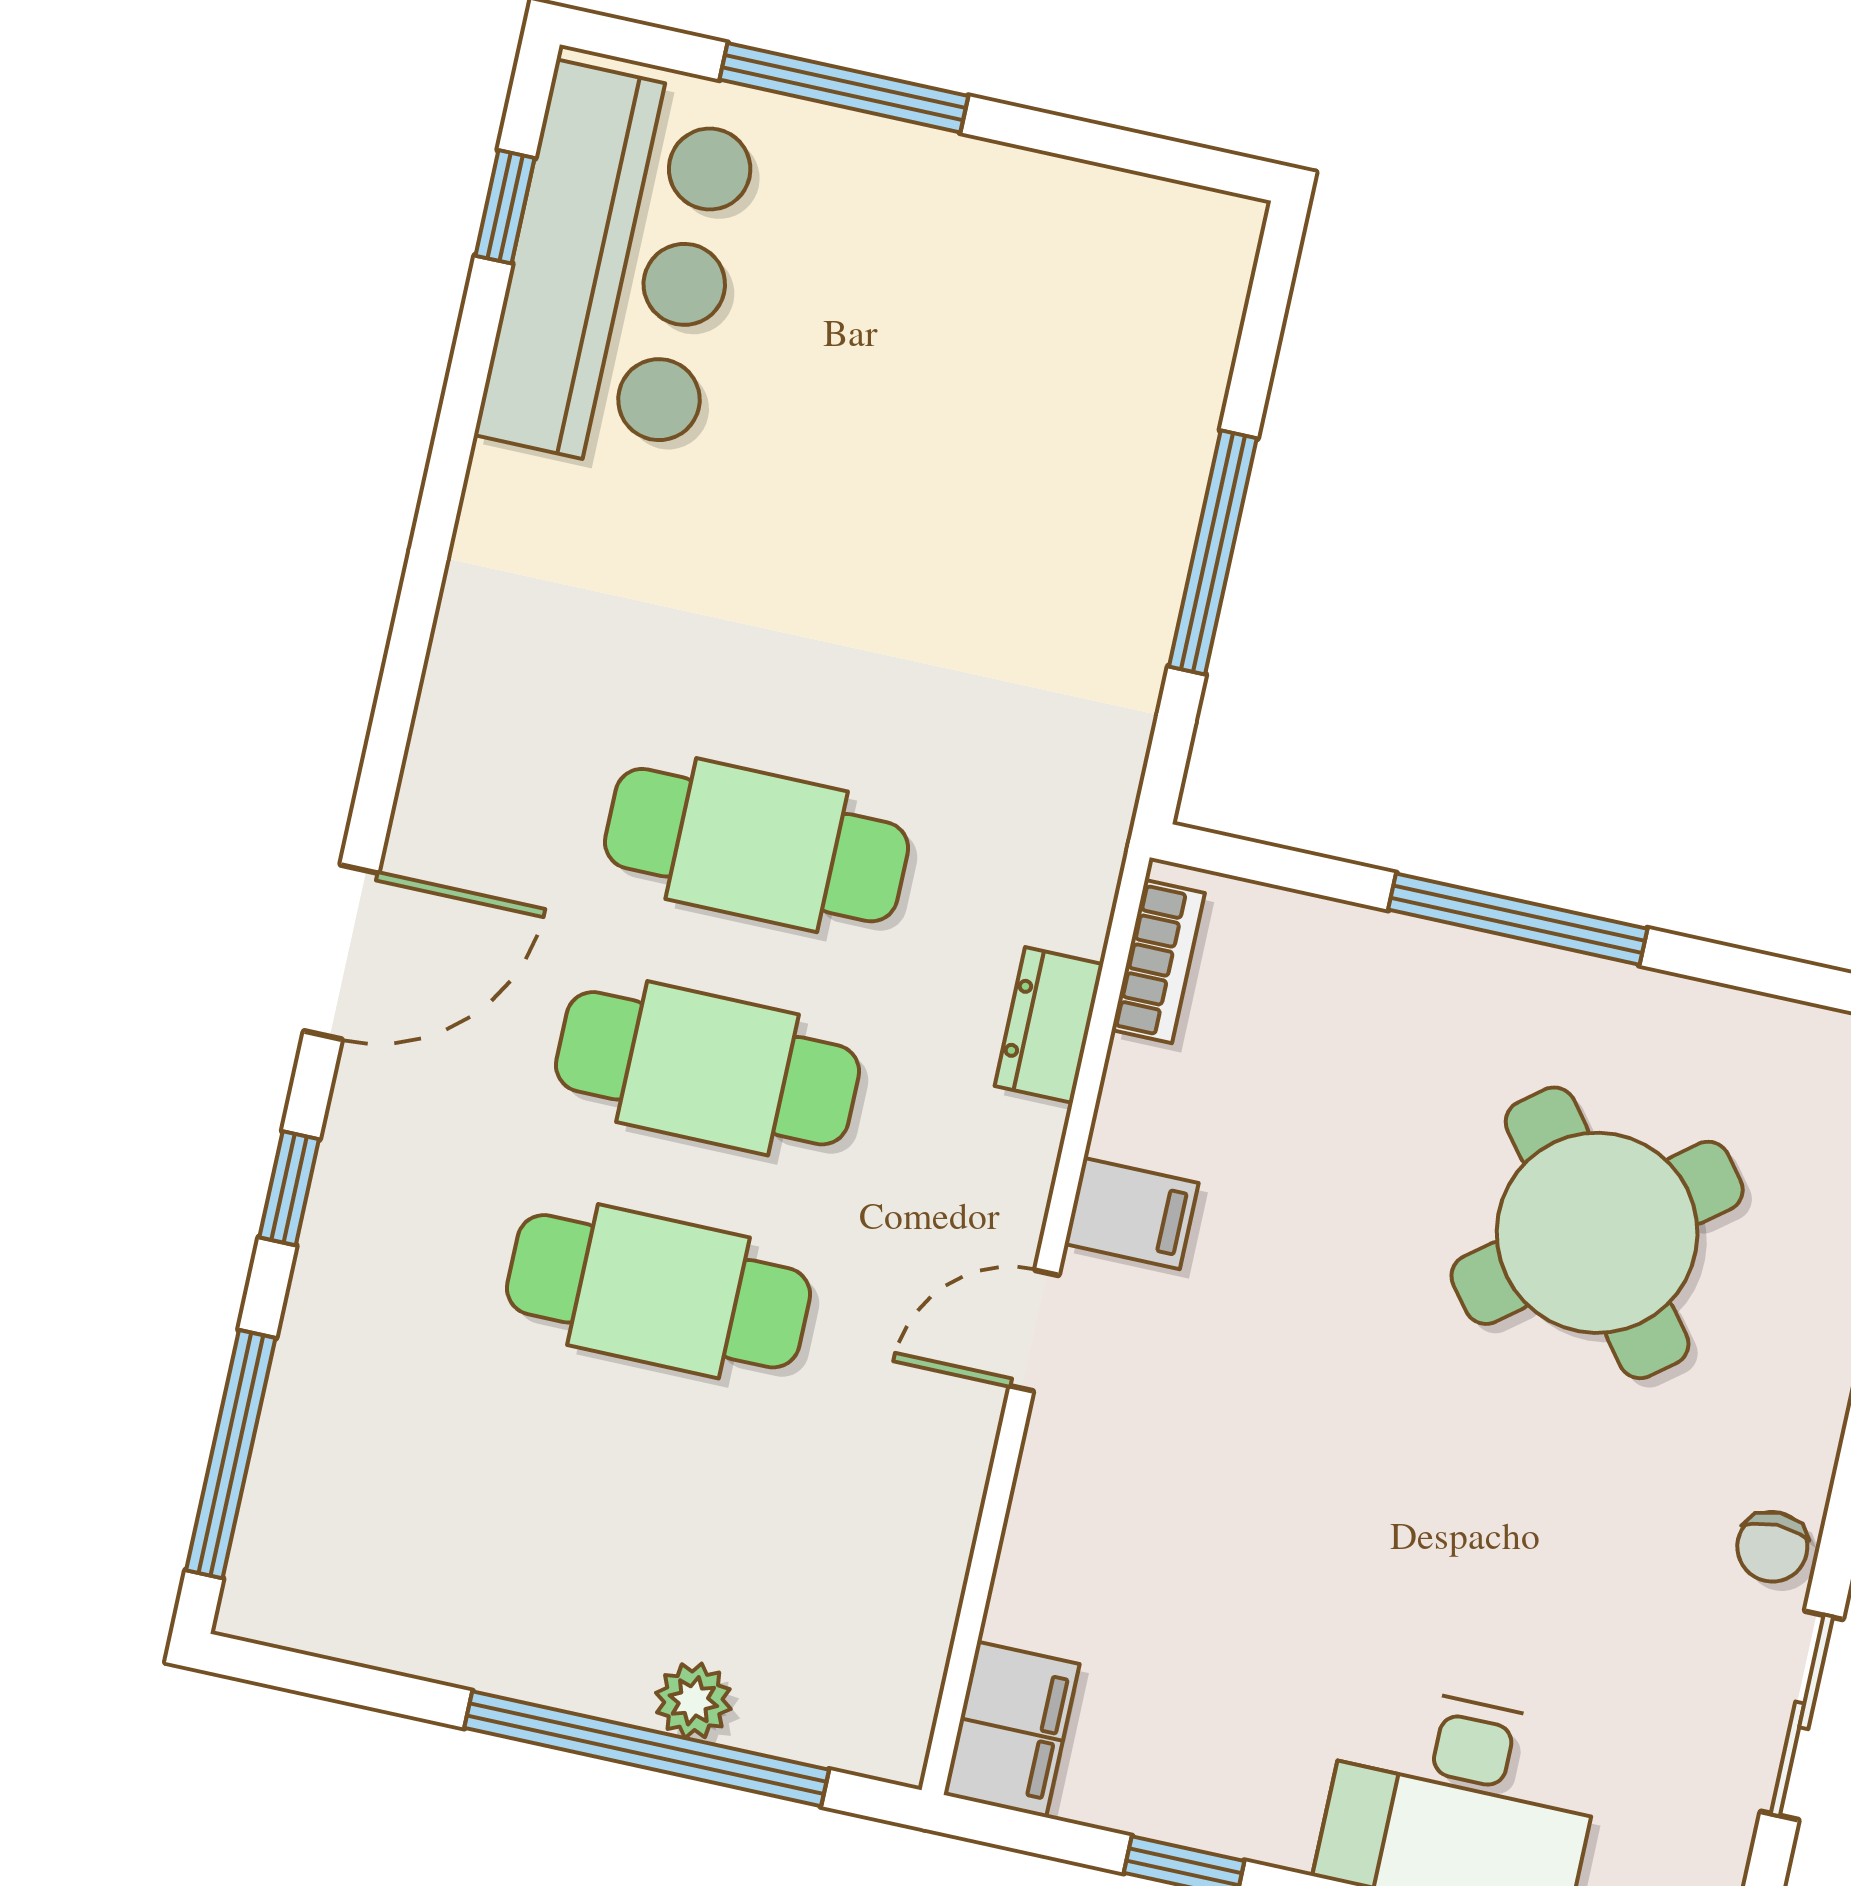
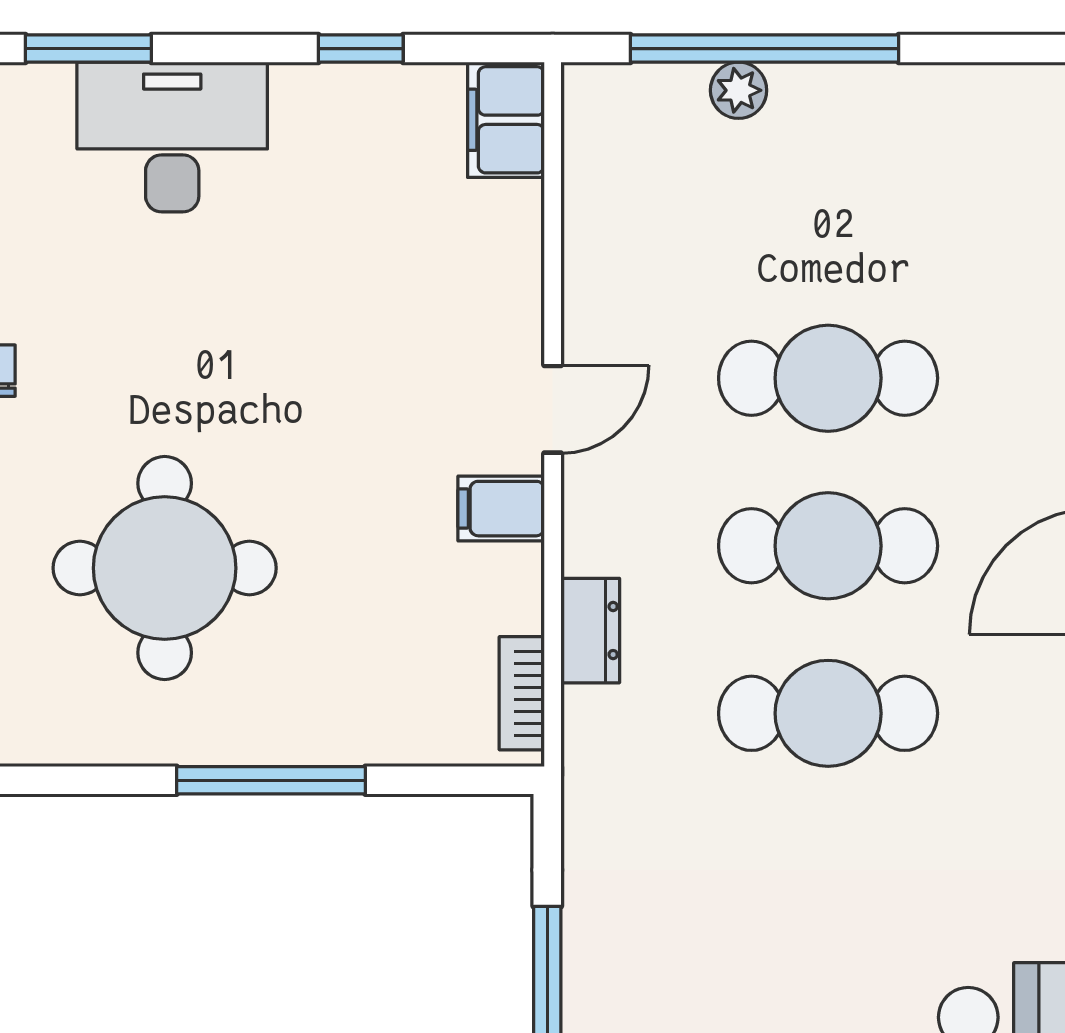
round table: (1597, 1233) -> (165, 568), turned 38

